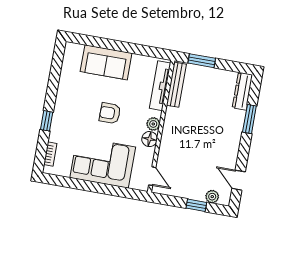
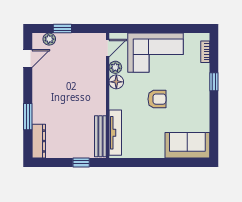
window: (202, 61) -> (81, 162), width x0.67
sofa: (106, 62) -> (187, 145), moved
plant: (153, 124) -> (115, 67), moved
door: (152, 176) -> (108, 48), swing flipped
door: (239, 180) -> (28, 59), hinge flipped

